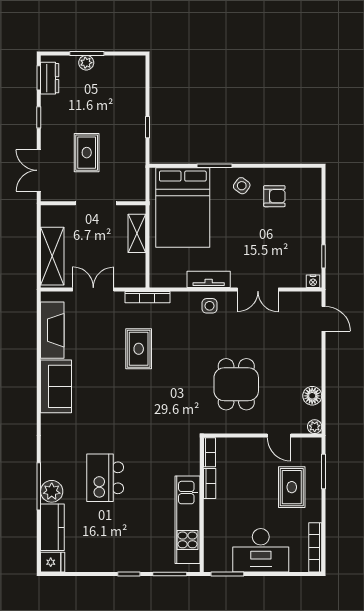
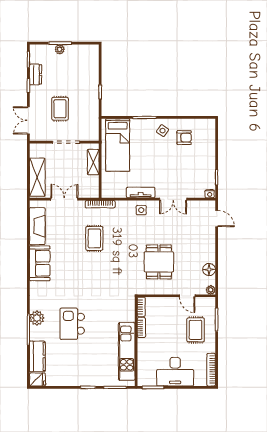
dresser: (50, 78) -> (36, 74), moved
bed: (183, 207) -> (118, 145), width x0.67
plant: (52, 491) -> (37, 318), moved

